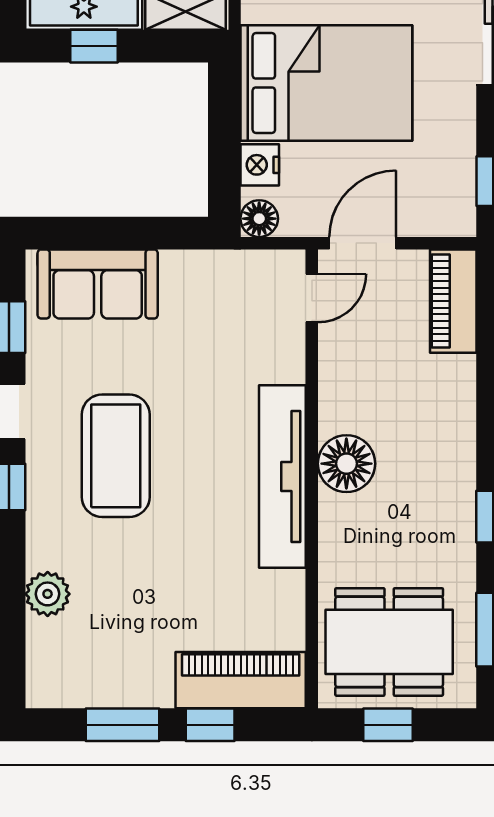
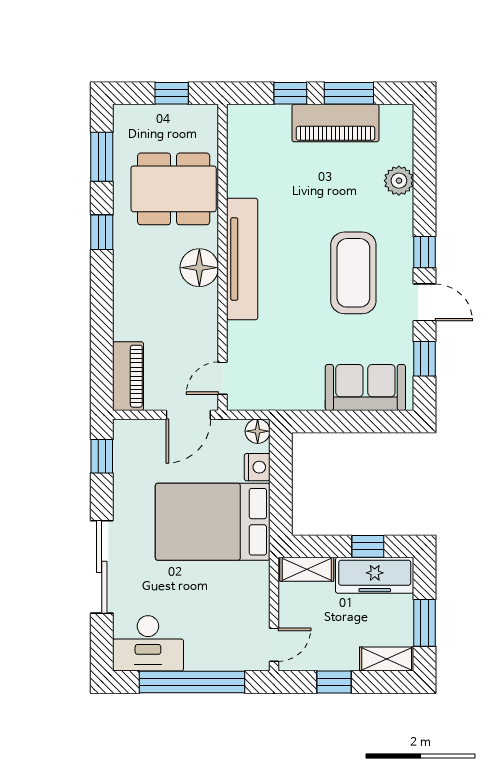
dining table: (389, 642) -> (174, 189), moved
piano: (241, 680) -> (335, 123), moved

